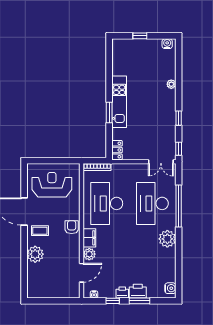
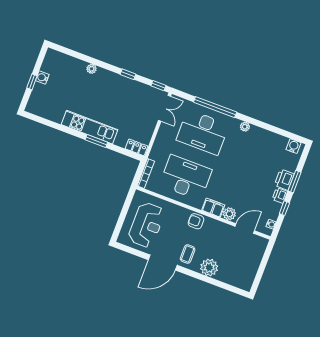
water cooler: (167, 44) -> (42, 78), moved
reception desk: (52, 185) -> (147, 225), turned 180
desk: (107, 203) -> (186, 177), turned 180
plant: (167, 239) -> (245, 127), width x0.53, depth x0.53
door: (82, 273) -> (245, 228), hinge flipped

